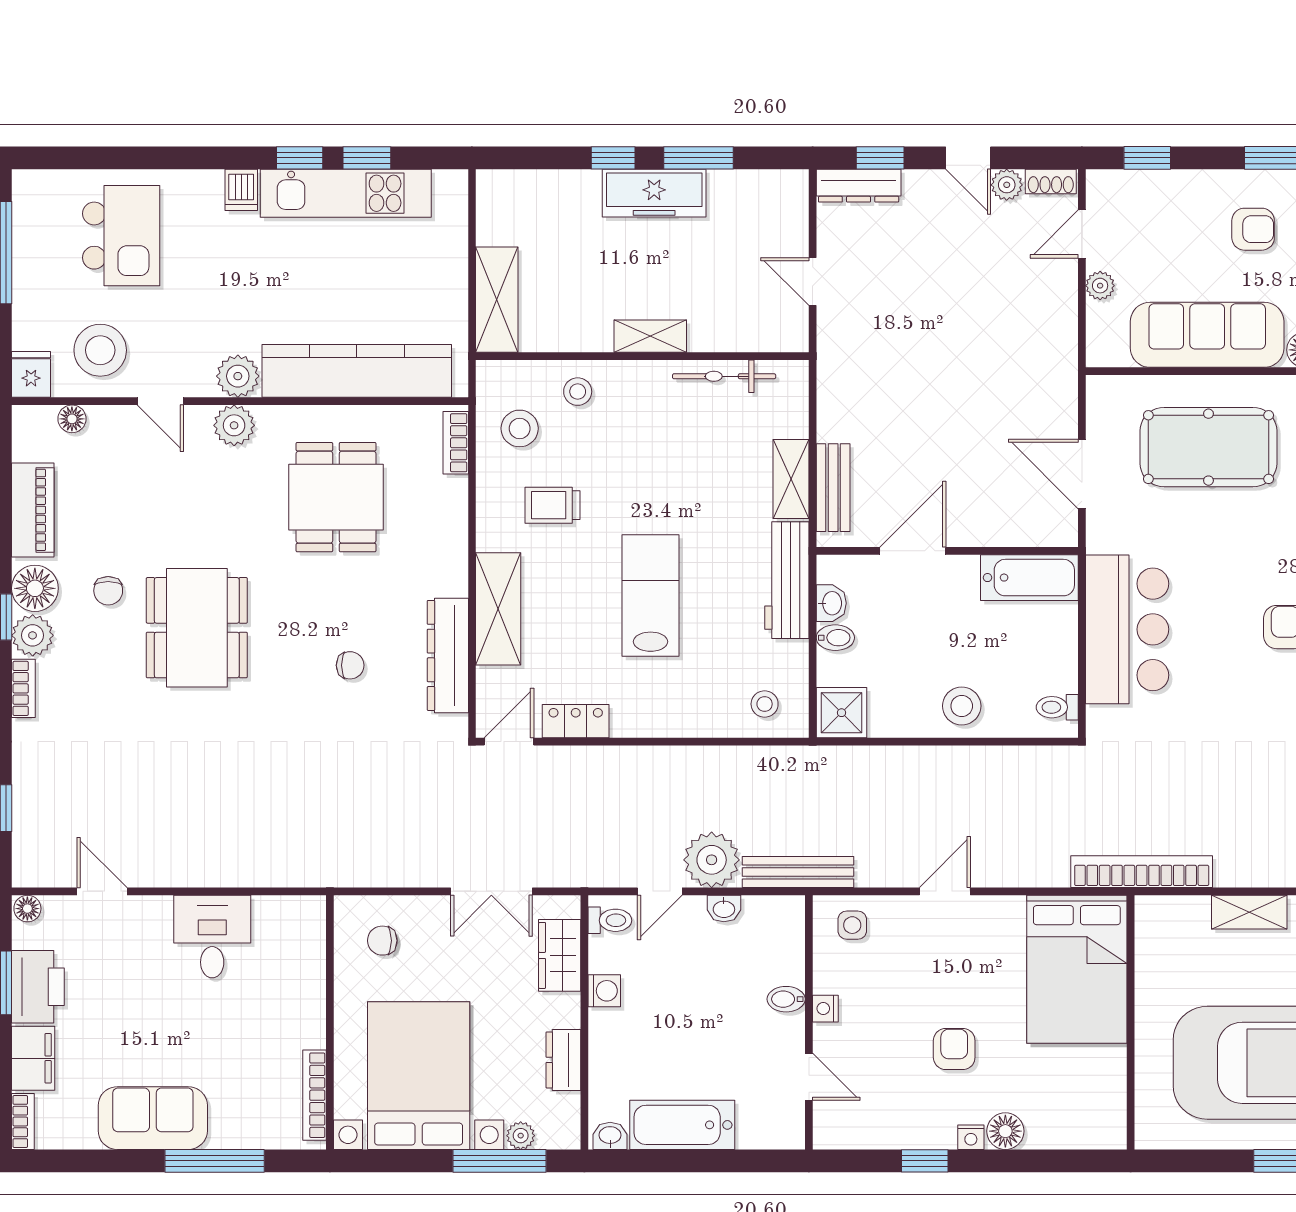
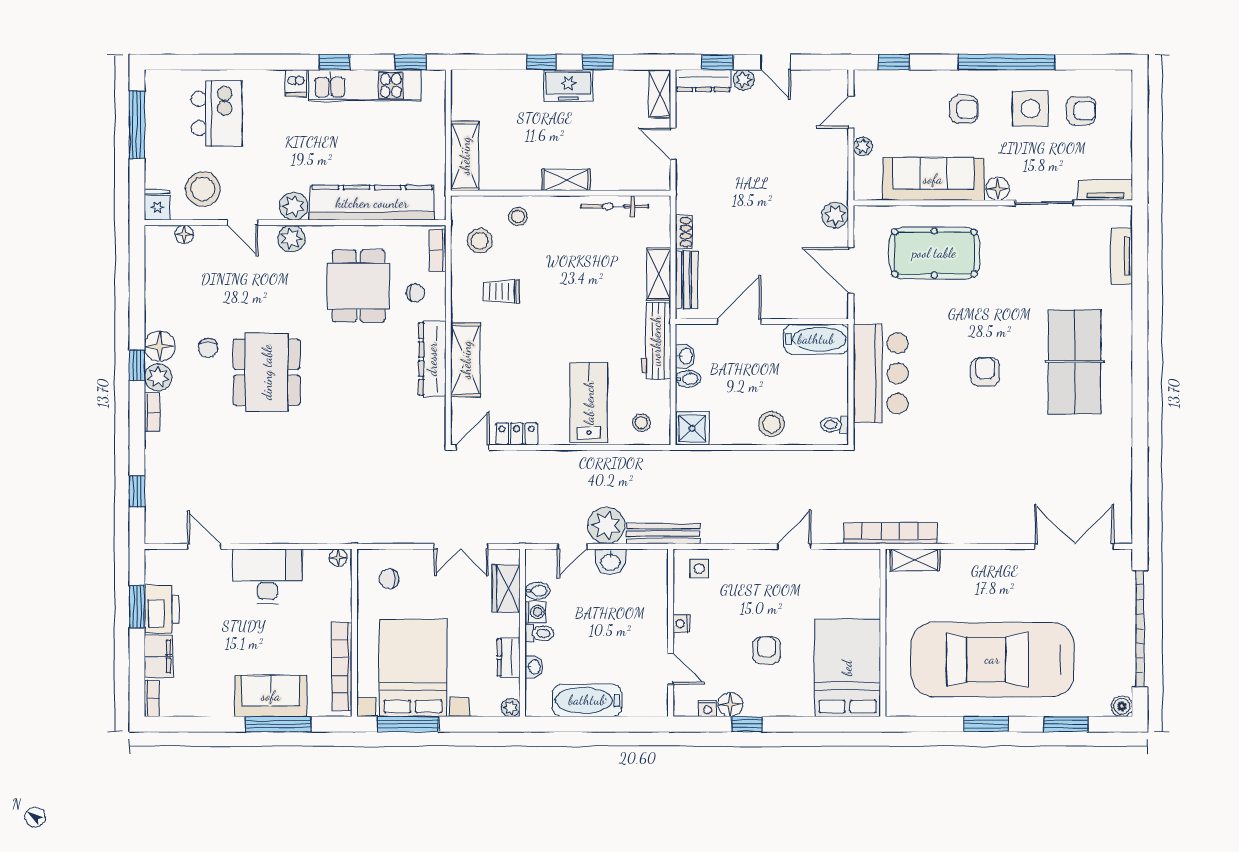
window: (367, 158) -> (410, 62), moved
window: (698, 158) -> (598, 62), width x0.67
shoe rack: (1051, 181) -> (684, 232), moved, turned -90
plant: (1007, 185) -> (744, 80), moved
freezer: (654, 193) -> (568, 85), width x0.71
shelving: (792, 206) -> (660, 94), added
plant: (1058, 390) -> (835, 215), added
piano: (33, 510) -> (158, 294), removed
lab bench: (651, 595) -> (589, 403), moved
dresser: (448, 655) -> (432, 359), moved
chair: (350, 665) -> (415, 293), moved
door: (945, 891) -> (794, 546), moved
floor lamp: (27, 909) -> (338, 558), moved
washbasin: (724, 909) -> (610, 562), width x1.38, depth x1.45
shelving: (1249, 912) -> (915, 560), moved
toilet: (610, 920) -> (539, 633), moved
desk: (212, 937) -> (267, 576), width x1.37
bed: (1077, 969) -> (847, 668), moved, turned 180
bidet: (786, 999) -> (537, 591), moved, turned 180
bookcase: (314, 1095) -> (342, 667), width x1.48, depth x1.31
sofa: (153, 1118) -> (271, 696), moved
floor lamp: (1005, 1131) -> (730, 705), moved
plant: (521, 1136) -> (511, 707), moved
washbasin: (610, 1136) -> (534, 667), moved, turned 90
nightstand: (971, 1137) -> (707, 709), moved
window: (500, 1161) -> (408, 724), moved

